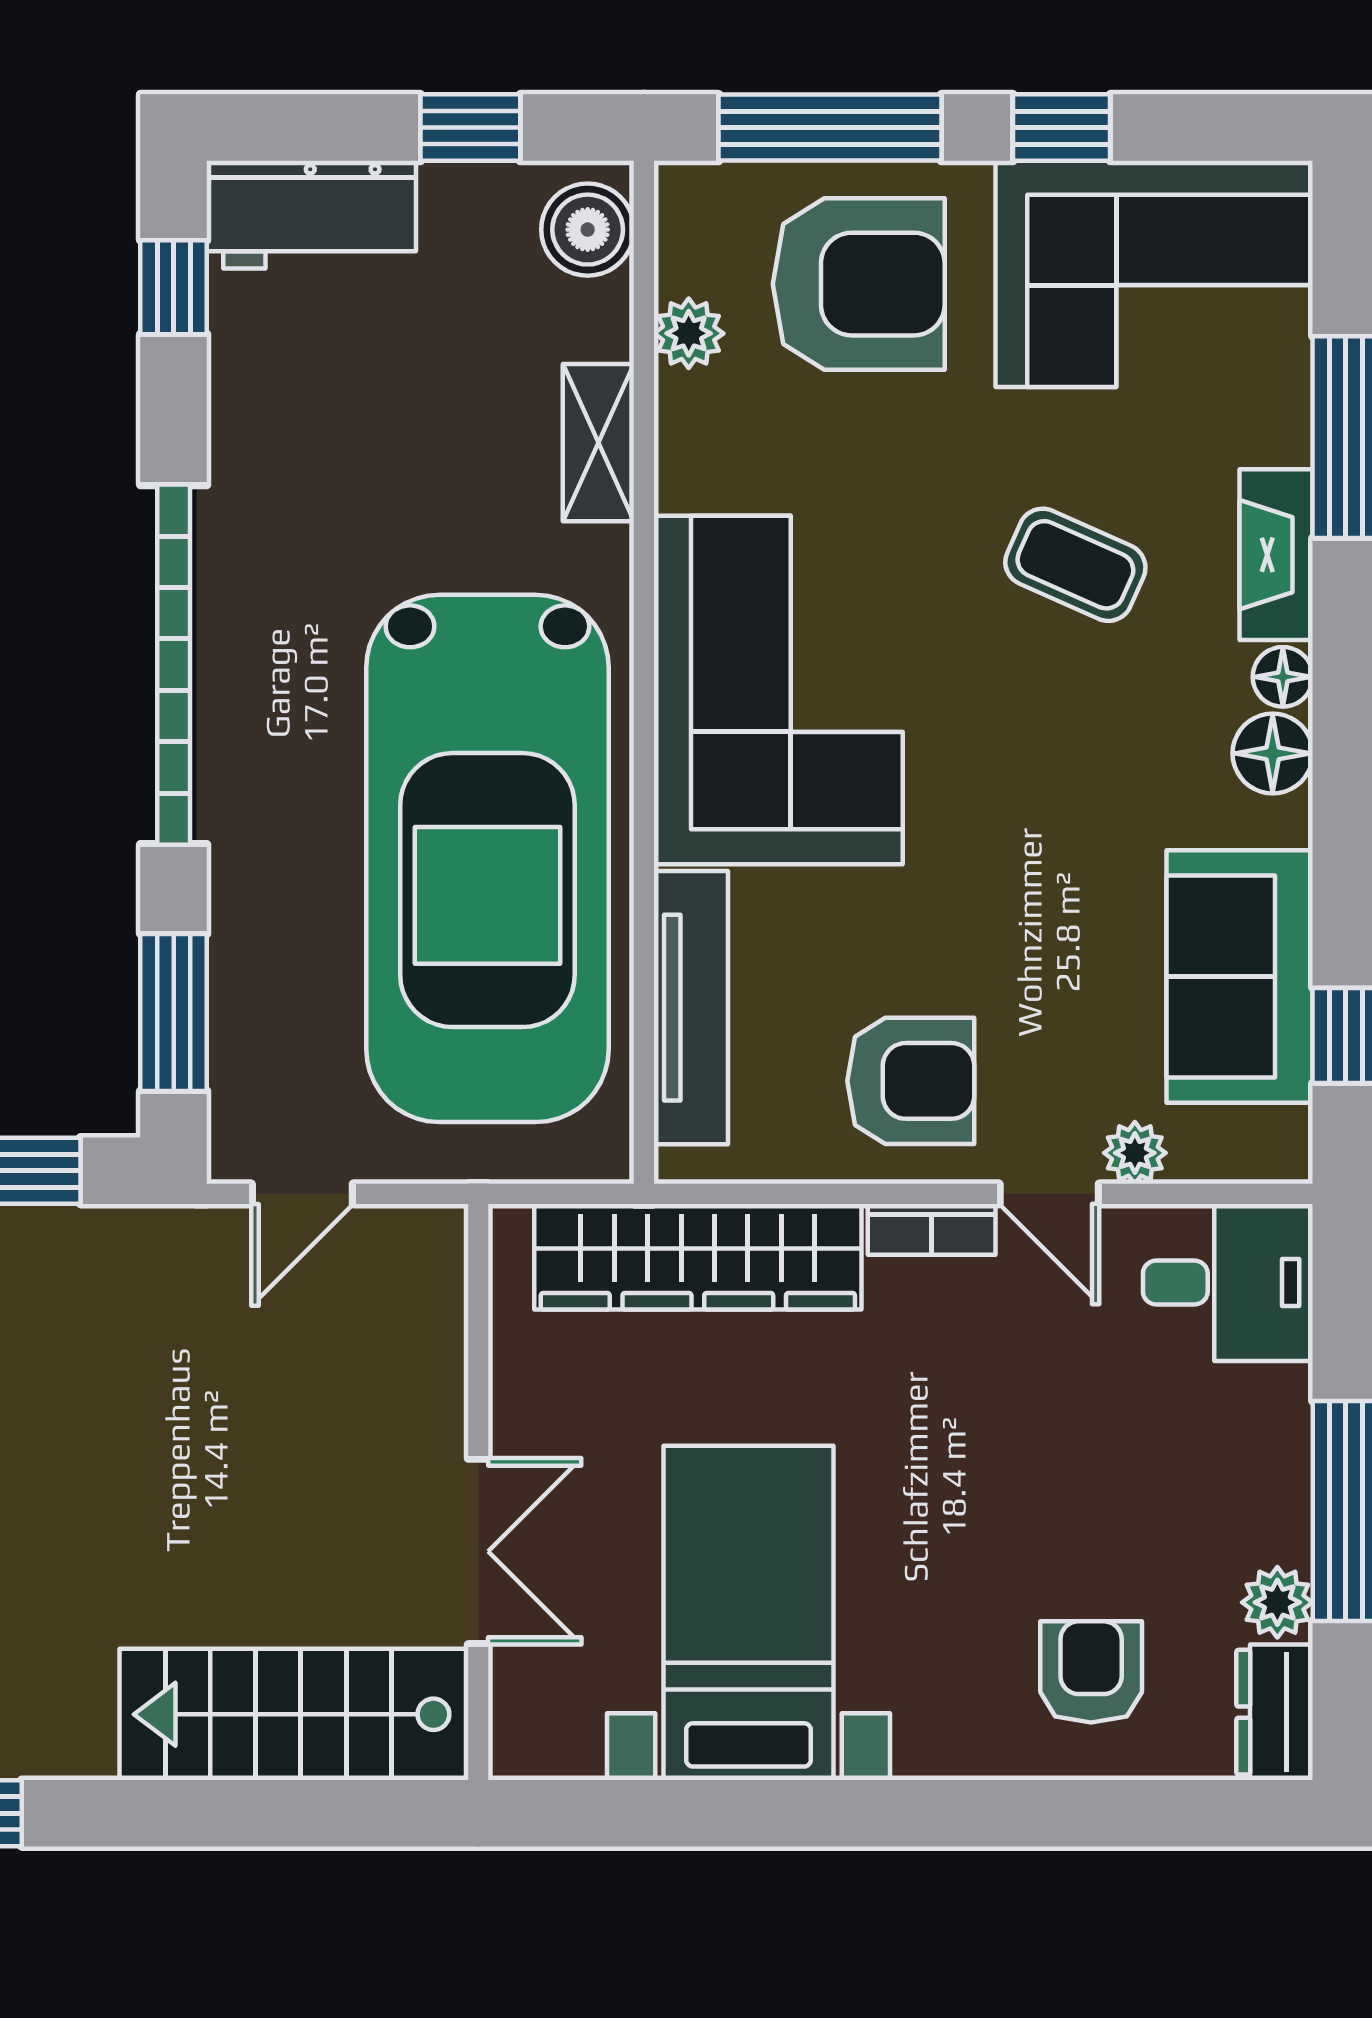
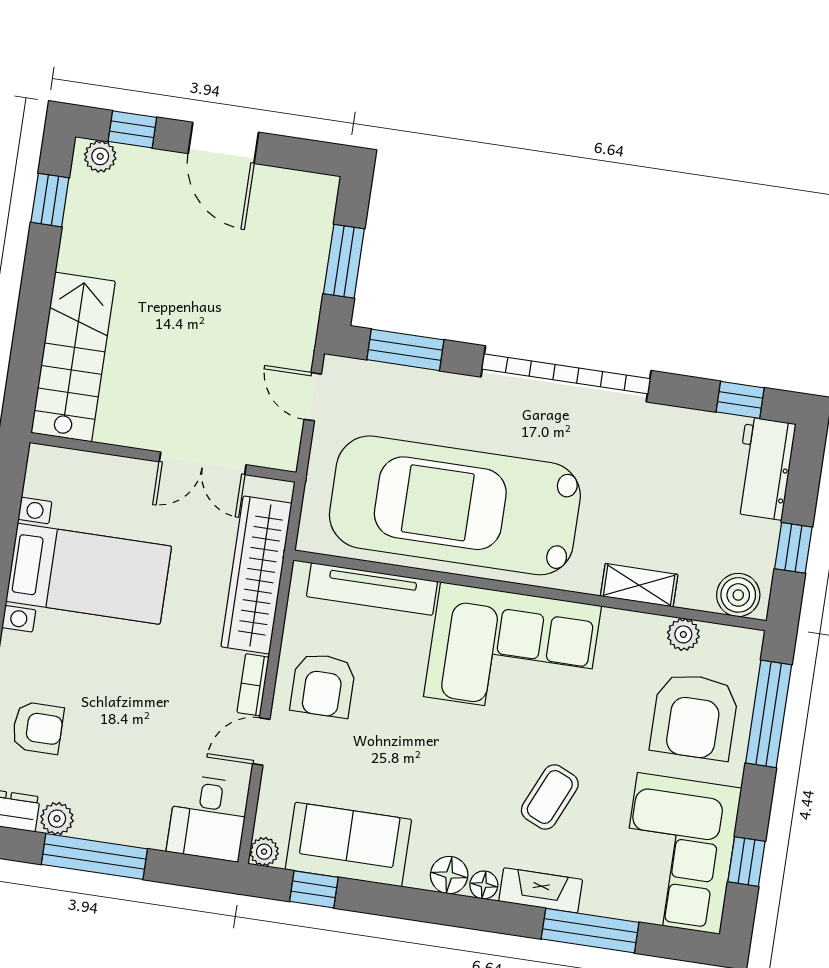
window: (1062, 128) -> (746, 862), moved
plant: (1135, 1153) -> (264, 852), moved
double door: (478, 1551) -> (203, 463), moved

